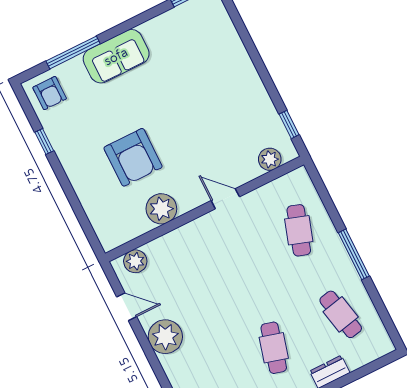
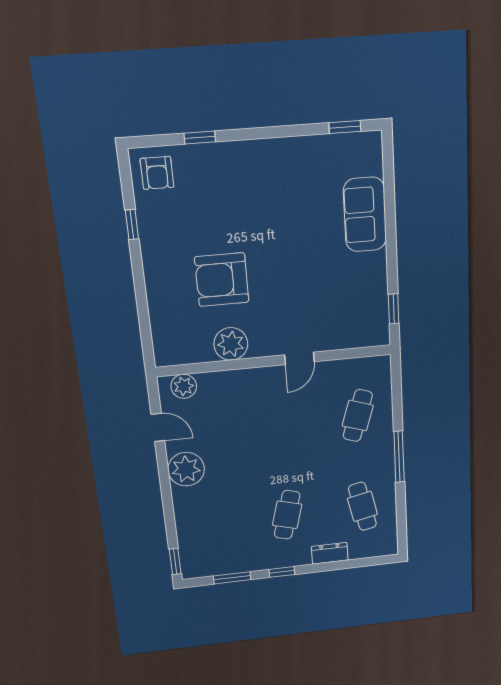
window: (73, 52) -> (200, 138), width x0.46
sofa: (116, 56) -> (365, 215), moved, turned 90
armchair: (133, 157) -> (222, 280), turned 90
plant: (270, 159) -> (360, 336), removed
door: (225, 199) -> (299, 358), swing flipped

